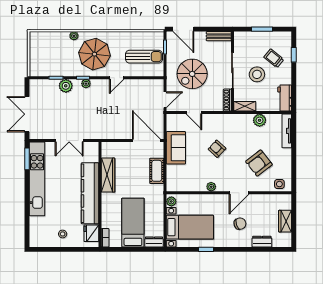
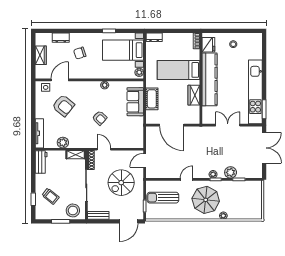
door: (183, 29) -> (129, 221), swing flipped
spiral stairs: (192, 74) -> (121, 183), turned 180
stool: (257, 74) -> (73, 210), moved
door: (194, 113) -> (104, 149), moved
door: (146, 140) -> (172, 125), moved
sofa: (176, 148) -> (135, 102), moved
armchair: (259, 163) -> (63, 106), turned 77
wardrobe: (108, 175) -> (194, 95), width x0.67
door: (239, 193) -> (60, 80), moved
bed: (133, 223) -> (178, 70), moved, turned 90

